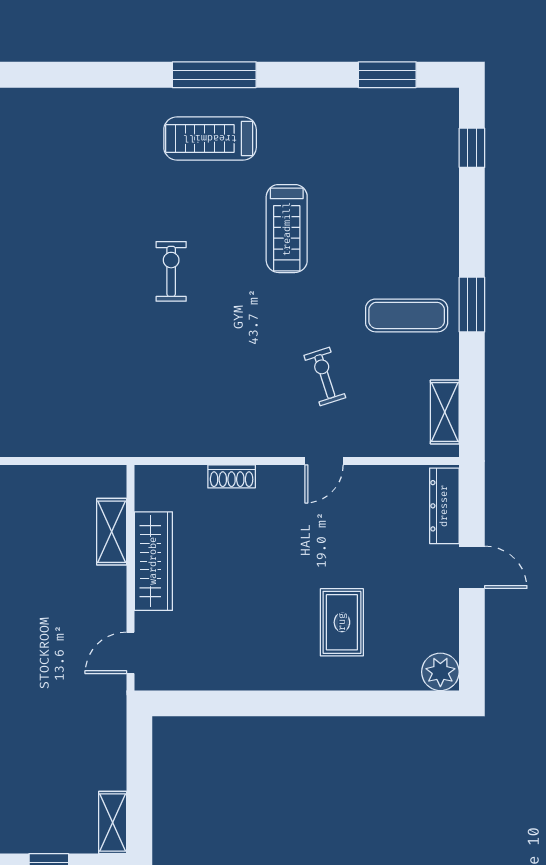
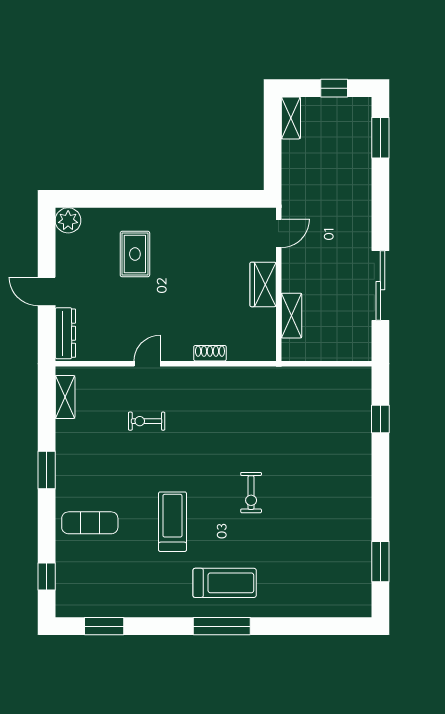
exercise mat: (407, 315) -> (90, 523), moved
exercise bike: (325, 376) -> (147, 421), turned 108
wardrobe: (153, 561) -> (263, 284), width x0.67

